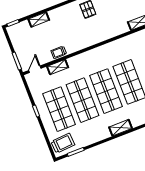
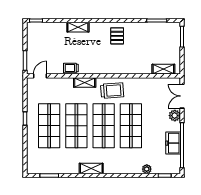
shelving: (39, 20) -> (78, 27), moved
shelving: (58, 67) -> (85, 82), moved
shelving: (120, 128) -> (91, 168), moved
trolley: (63, 143) -> (112, 91), moved

